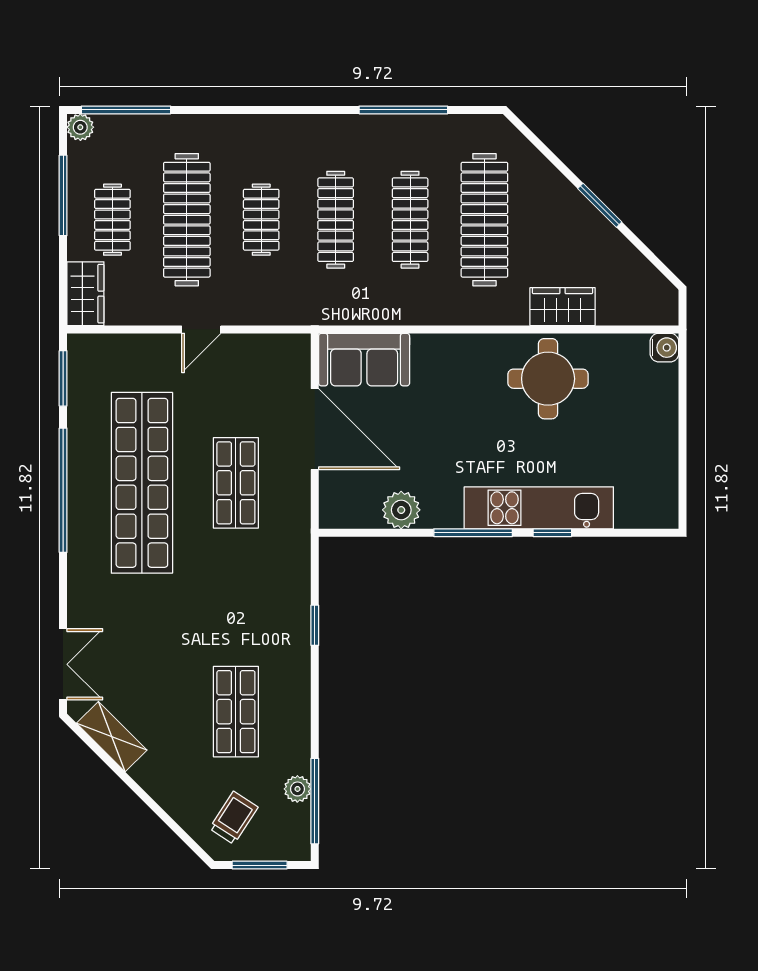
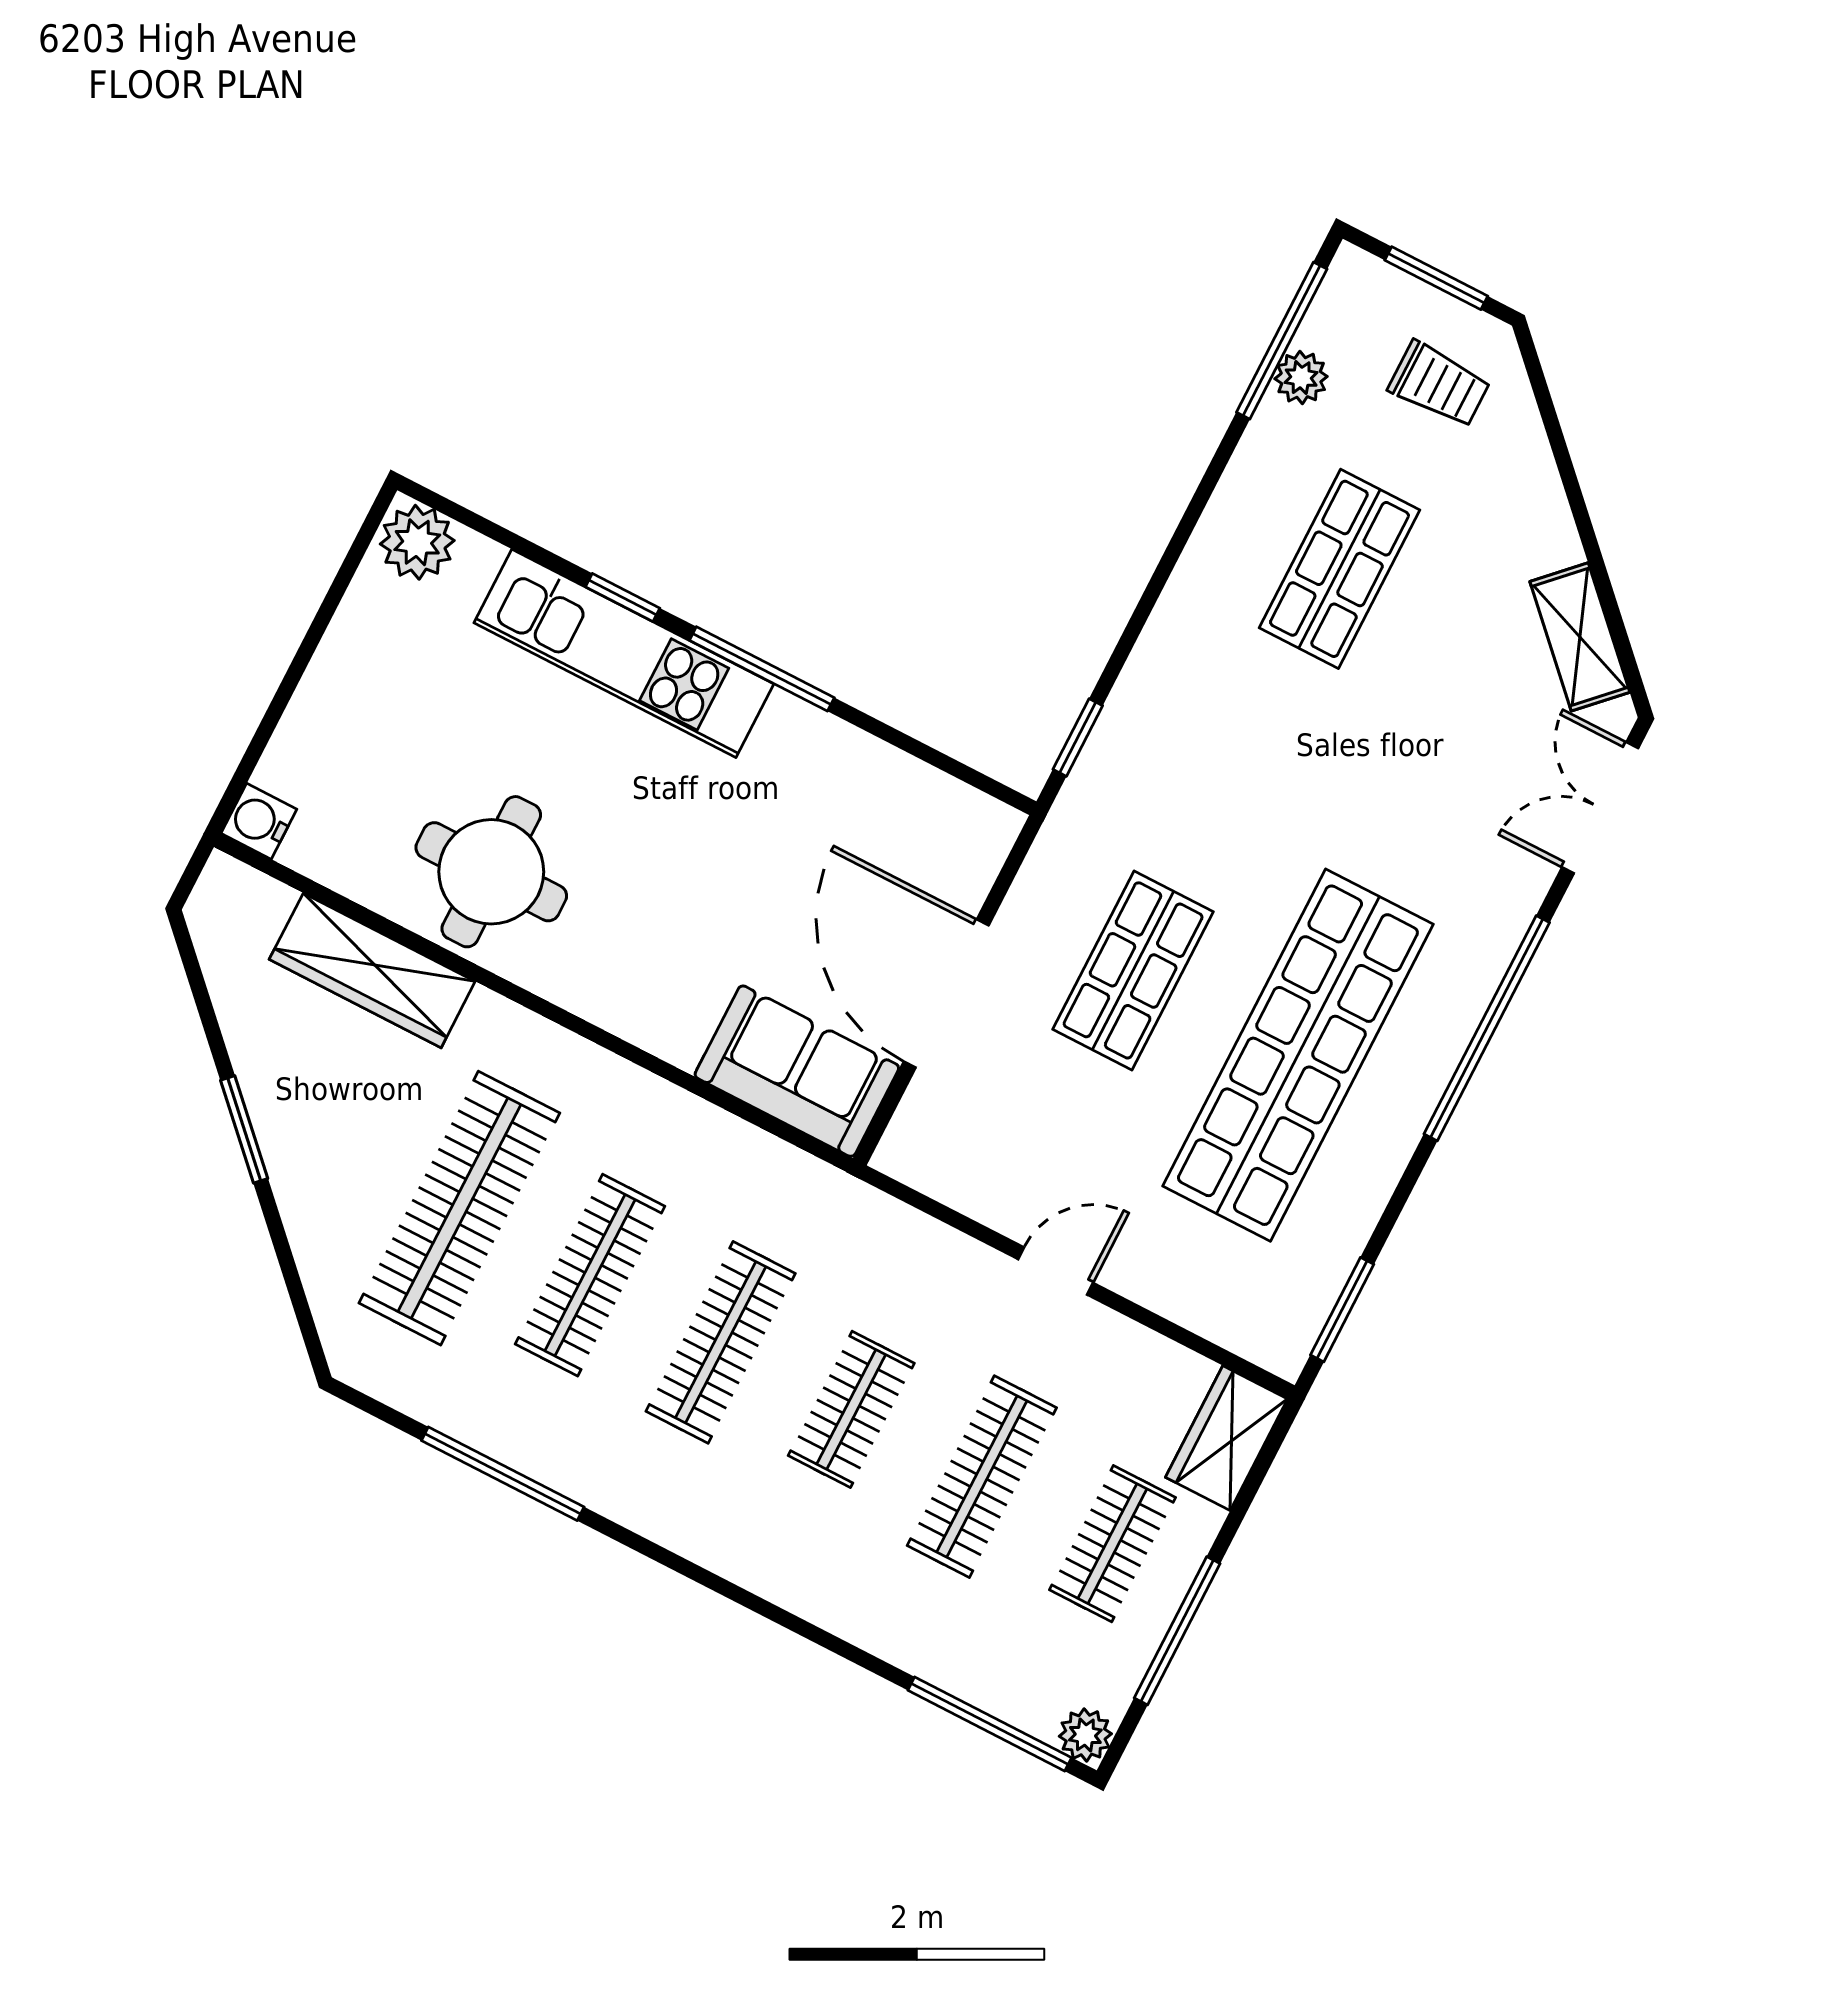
clothes rail: (187, 220) -> (982, 1477), width x0.73, depth x0.76
wardrobe: (563, 307) -> (372, 970), width x1.50
window: (63, 490) -> (1487, 1028), moved
plant: (401, 510) -> (417, 542), moved
window: (315, 625) -> (1078, 737), moved
trolley: (234, 818) -> (1439, 384), turned -123

